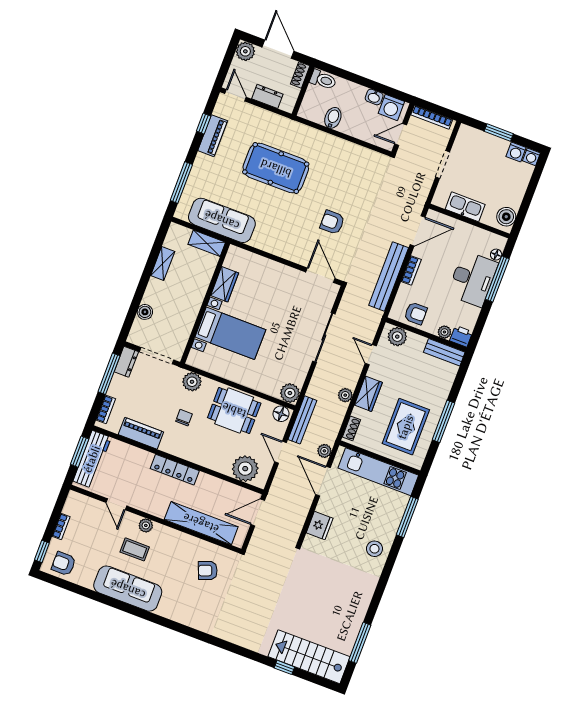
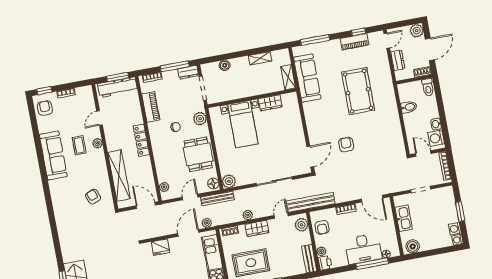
bench: (389, 276) -> (311, 202), moved
plant: (245, 469) -> (164, 187), width x0.53, depth x0.53

